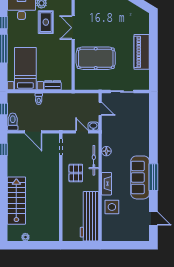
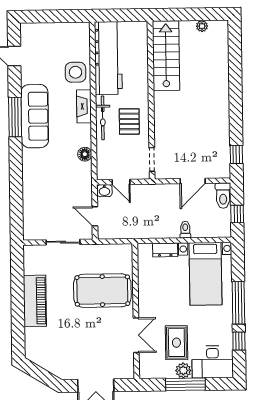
door: (33, 132) -> (193, 181), swing flipped
bicycle: (94, 160) -> (103, 118), moved
stairs: (16, 201) -> (166, 56), moved, turned 180

